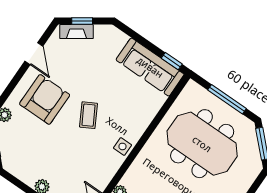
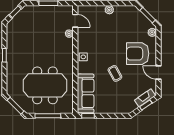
sofa: (150, 67) -> (86, 93), moved, turned 90
armchair: (45, 99) -> (138, 54), turned 90
coffee table: (89, 115) -> (115, 73), moved

